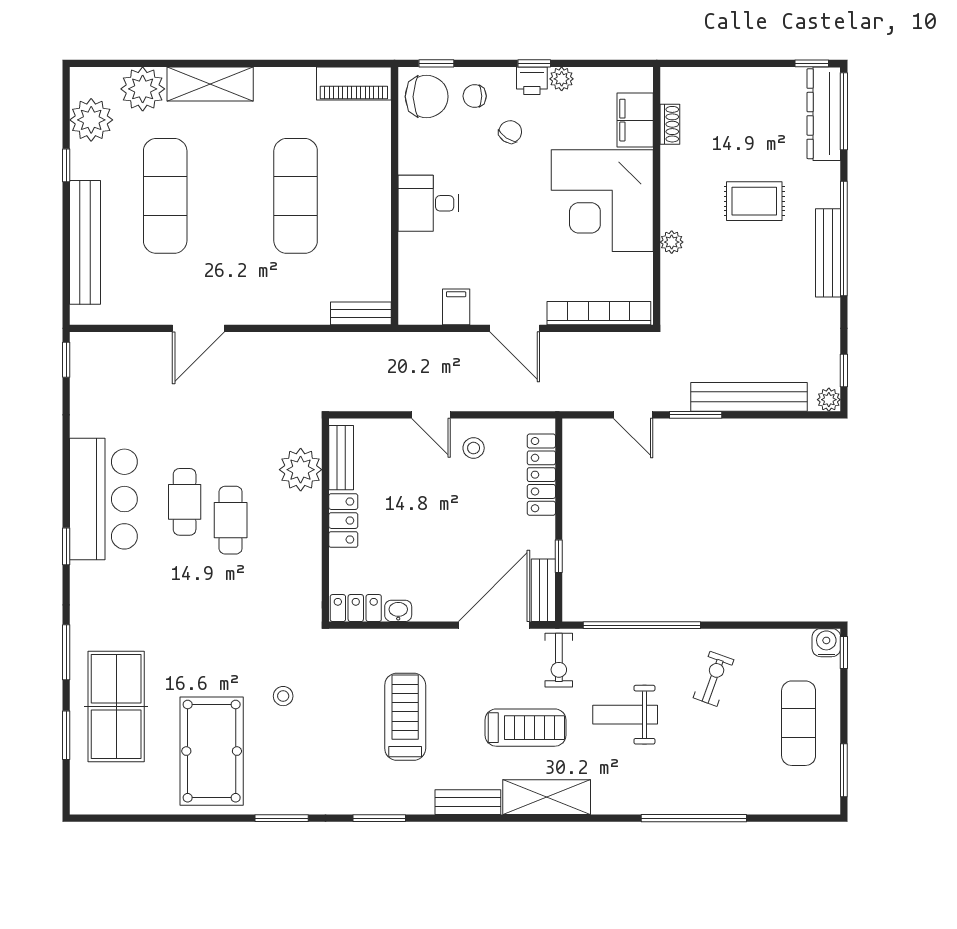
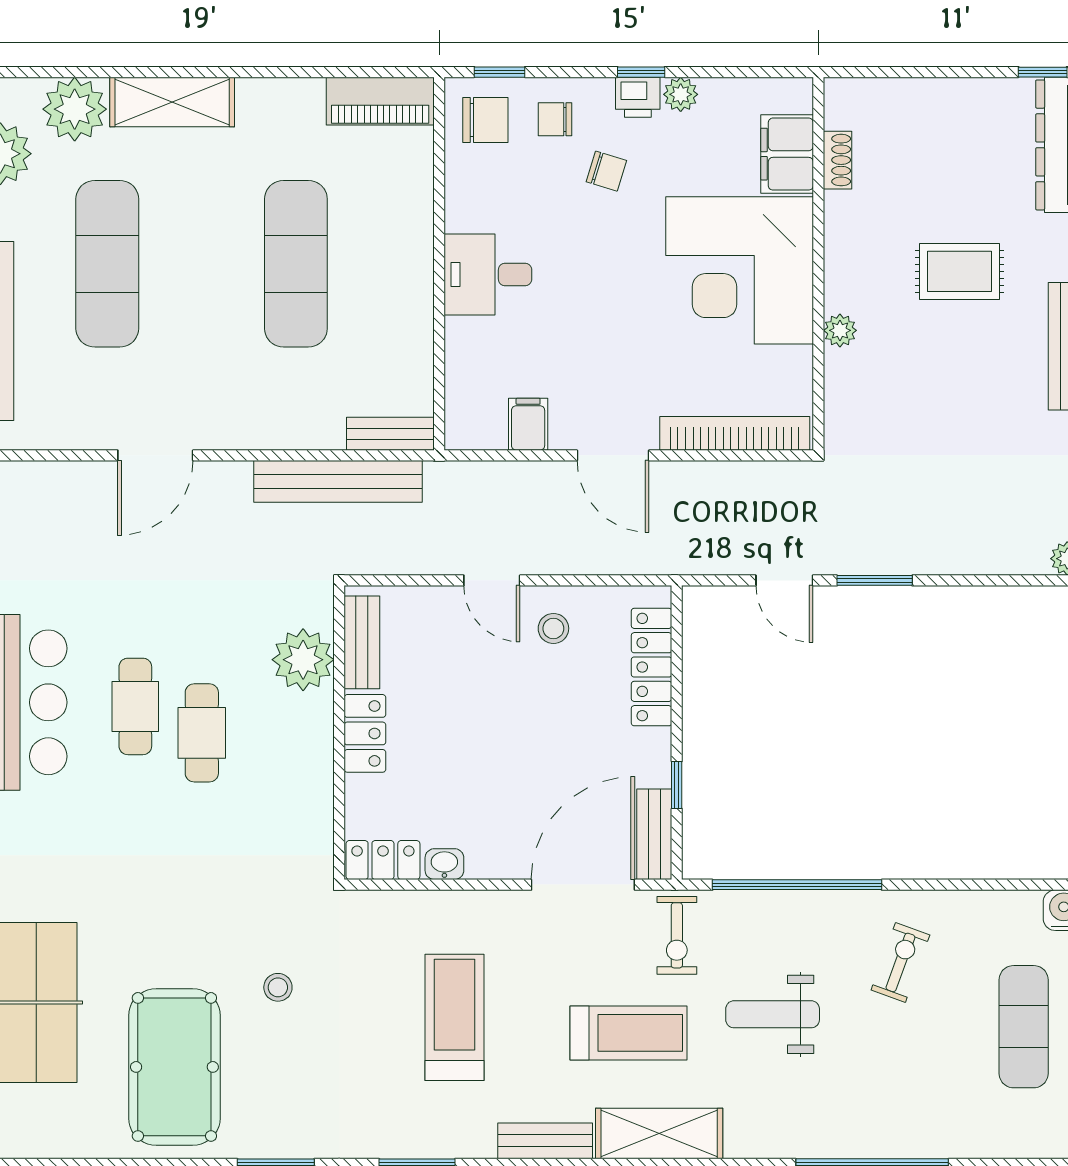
chair: (427, 97) -> (485, 120), width x0.73, depth x0.73
chair: (510, 132) -> (606, 171), turned 73
bench: (749, 397) -> (338, 481), moved

